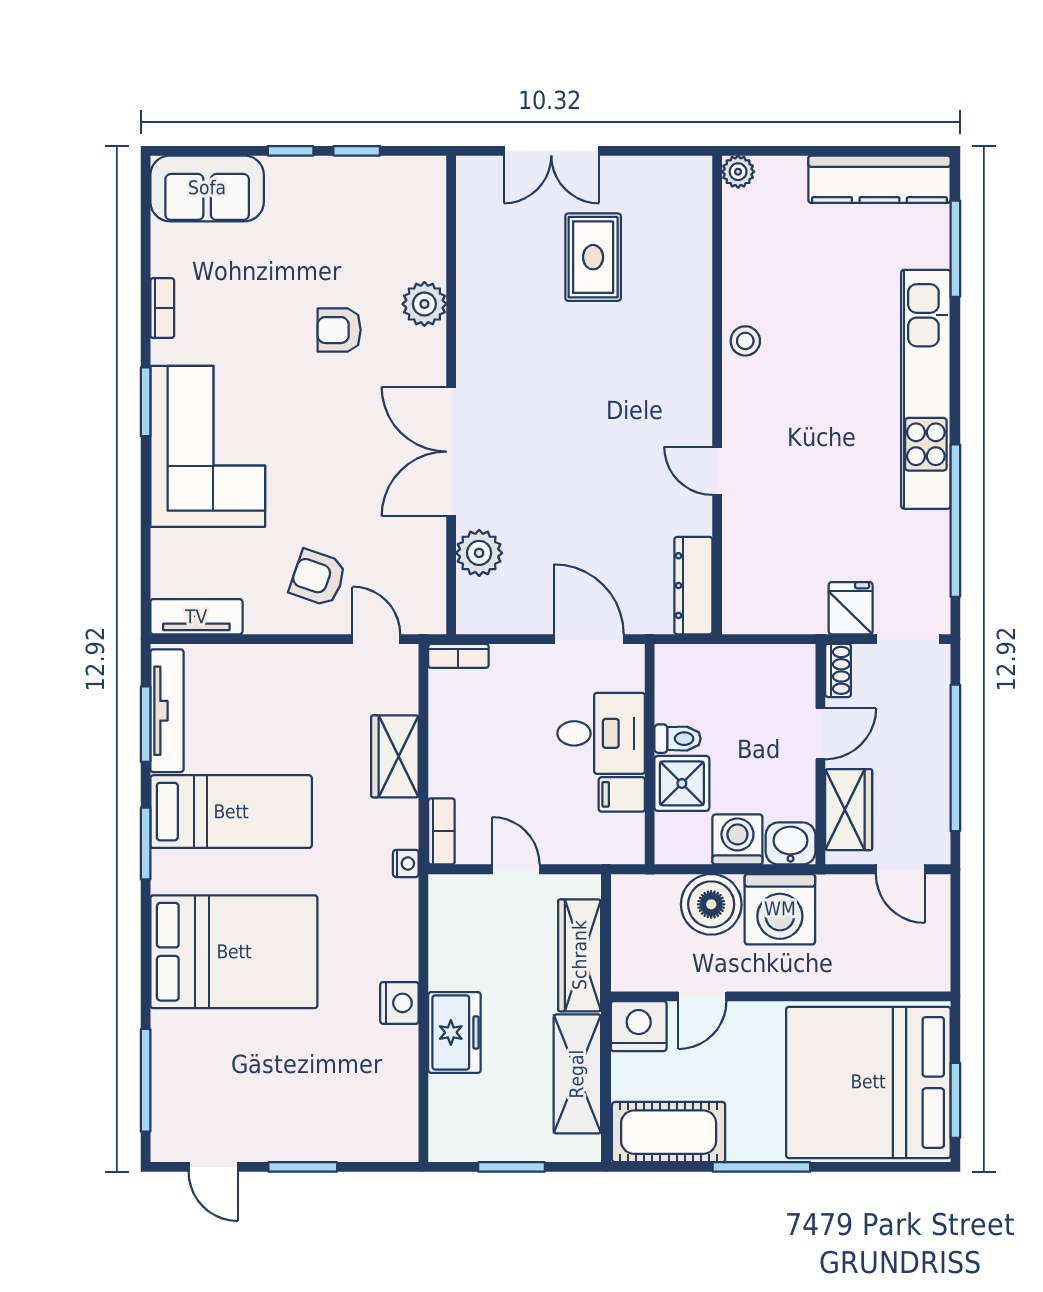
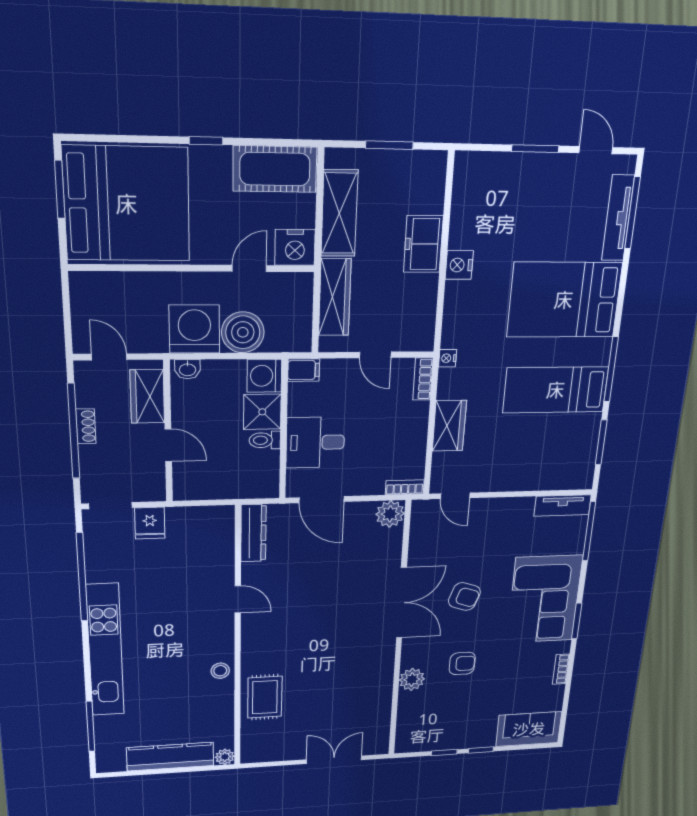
kitchen counter: (879, 179) -> (170, 757), moved
rug: (593, 257) -> (265, 697), moved
plant: (479, 553) -> (390, 514), moved
window: (146, 569) -> (589, 531), added
armchair: (318, 578) -> (464, 596), moved
shoe rack: (838, 670) -> (86, 426), moved, turned 180
tv unit: (167, 711) -> (618, 218), moved
door: (820, 734) -> (168, 445), swing flipped
filing cabinet: (622, 794) -> (304, 370), moved
washing machine: (737, 839) -> (264, 376), moved, turned 90
washbasin: (791, 843) -> (187, 369), width x0.72, depth x0.69
window: (146, 844) -> (611, 369), width x1.44
window: (761, 1167) -> (206, 141), width x0.46

